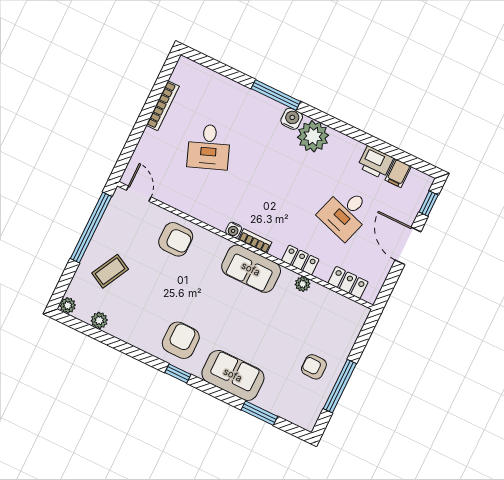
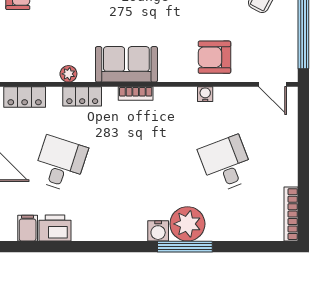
bookcase: (163, 106) -> (291, 214), moved
plant: (313, 136) -> (187, 224), moved
water cooler: (234, 230) -> (205, 94), moved

